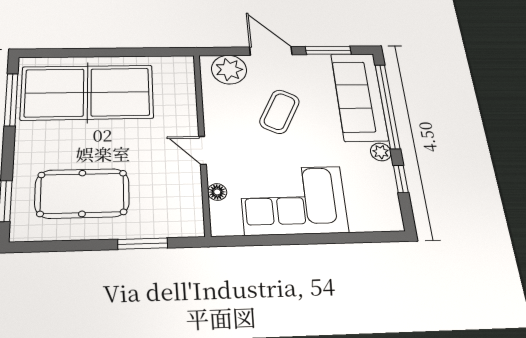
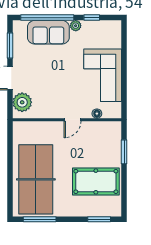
sofa: (359, 97) -> (48, 32), width x0.73
coffee table: (280, 112) -> (50, 77), removed
pool table: (82, 193) -> (96, 181), turned 90

